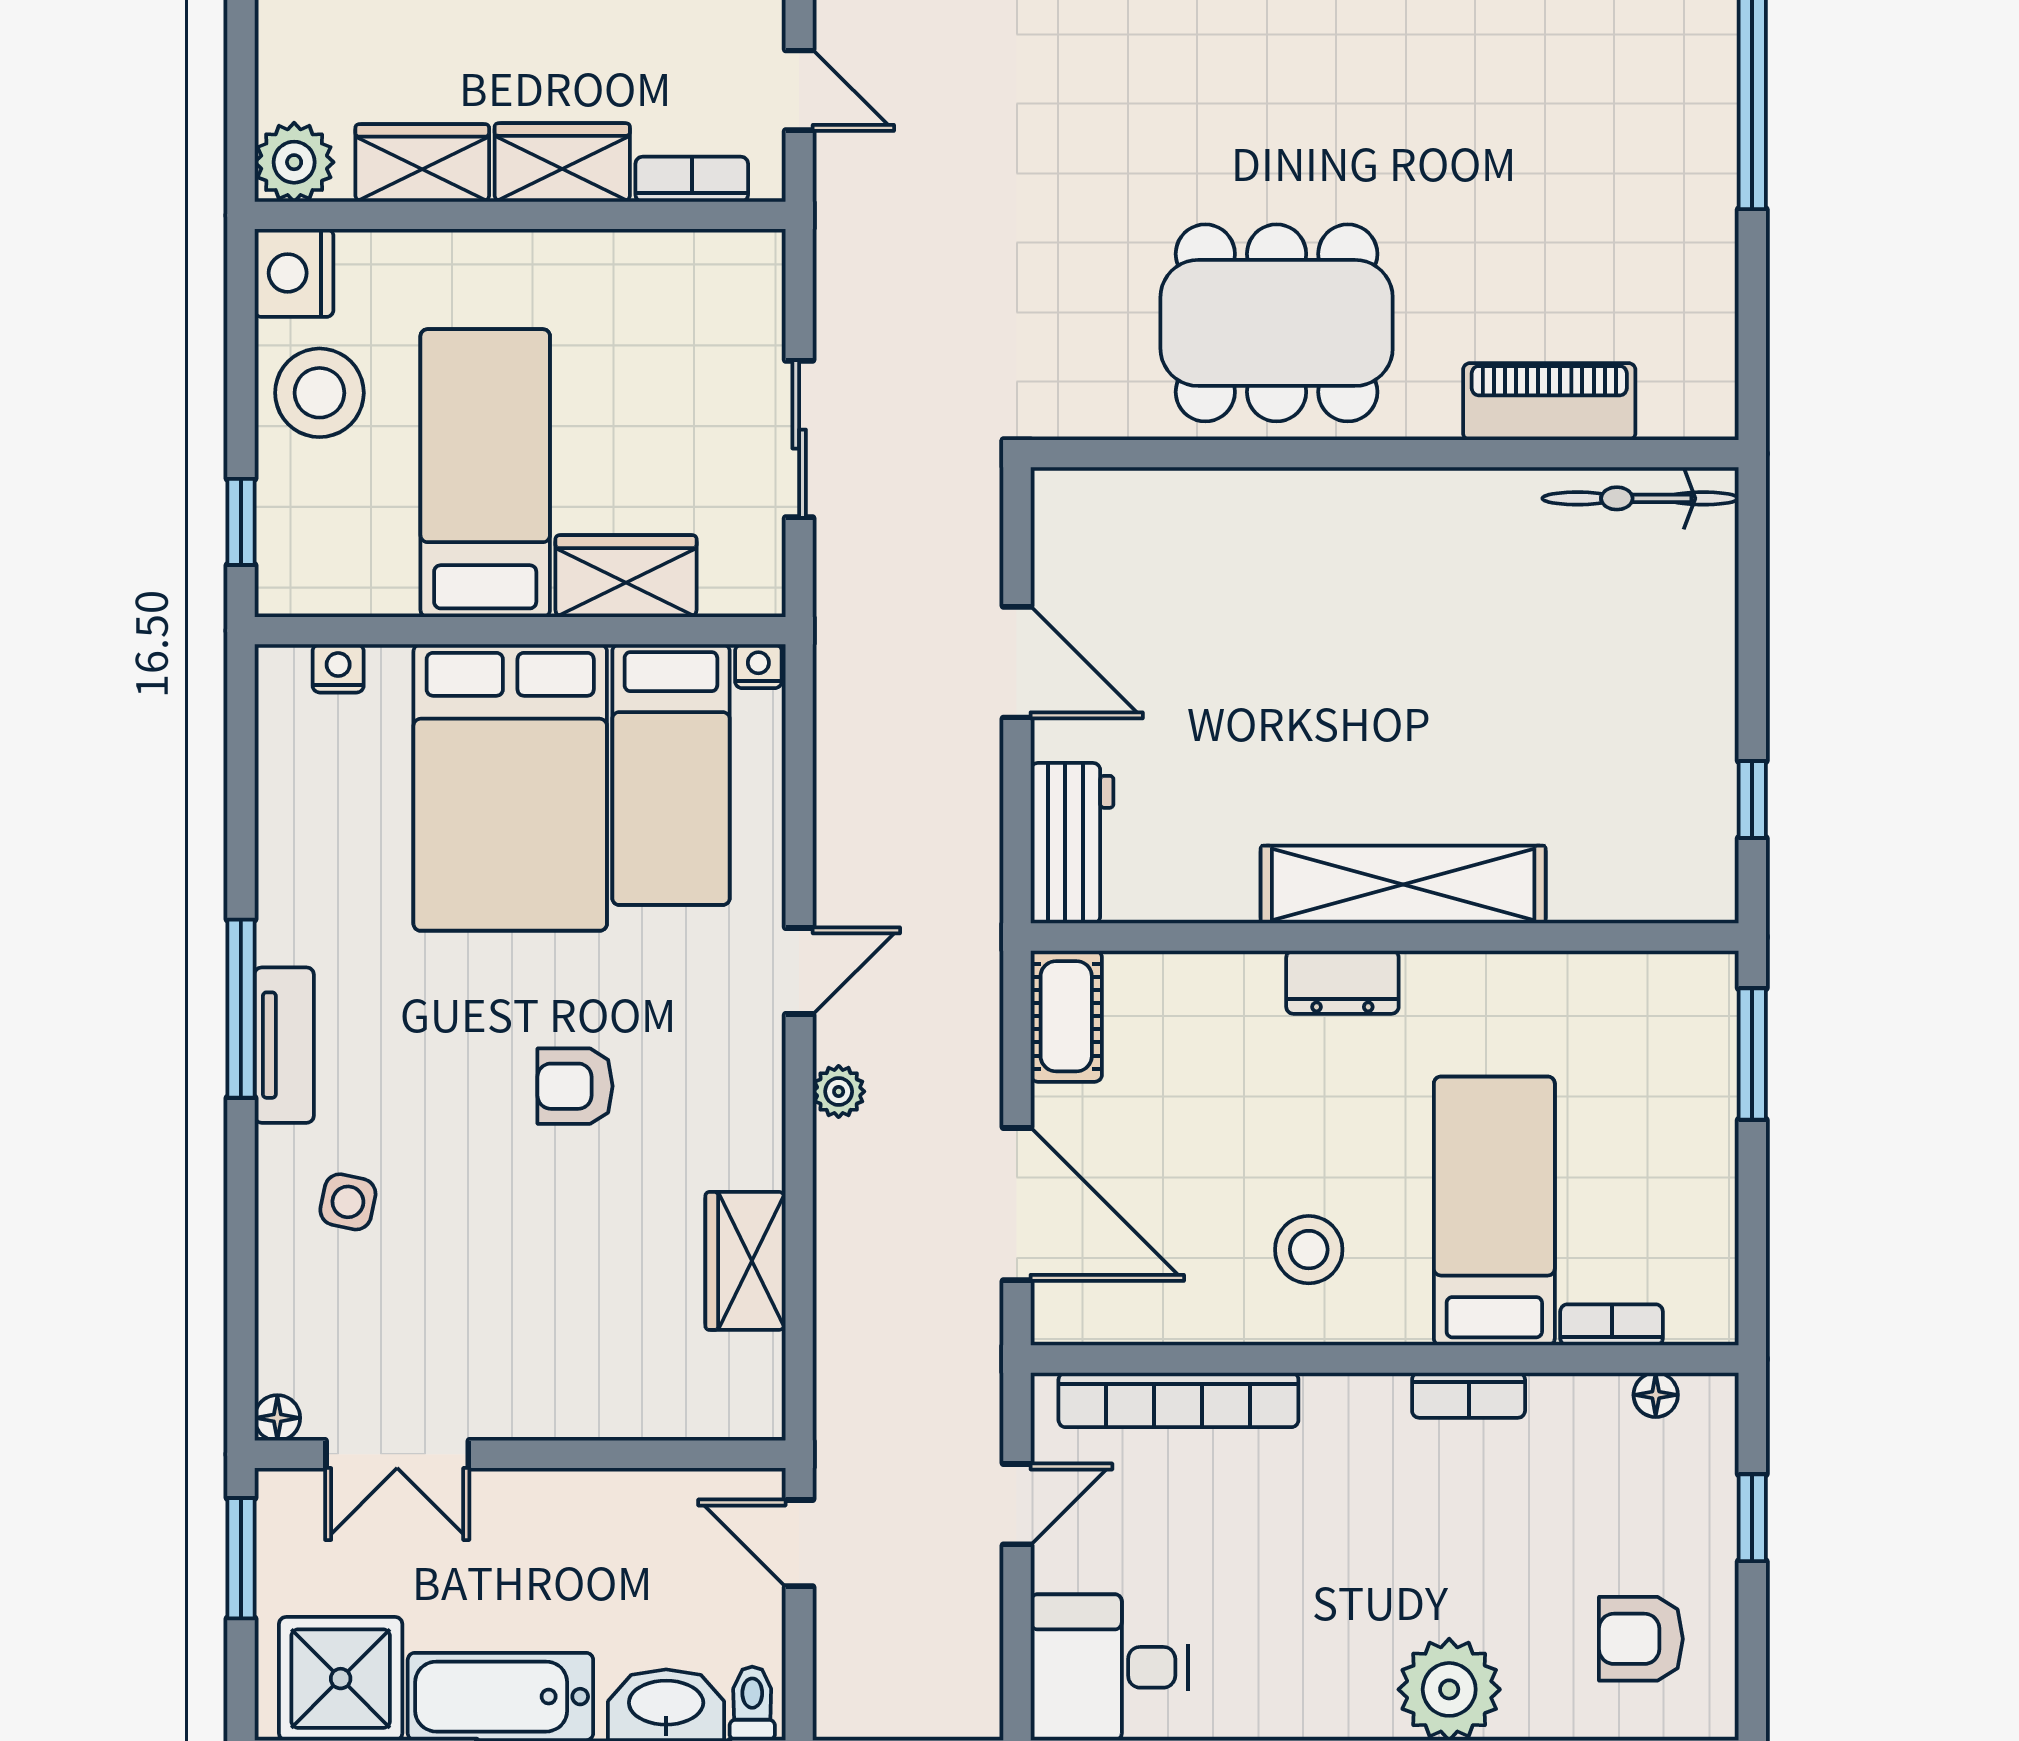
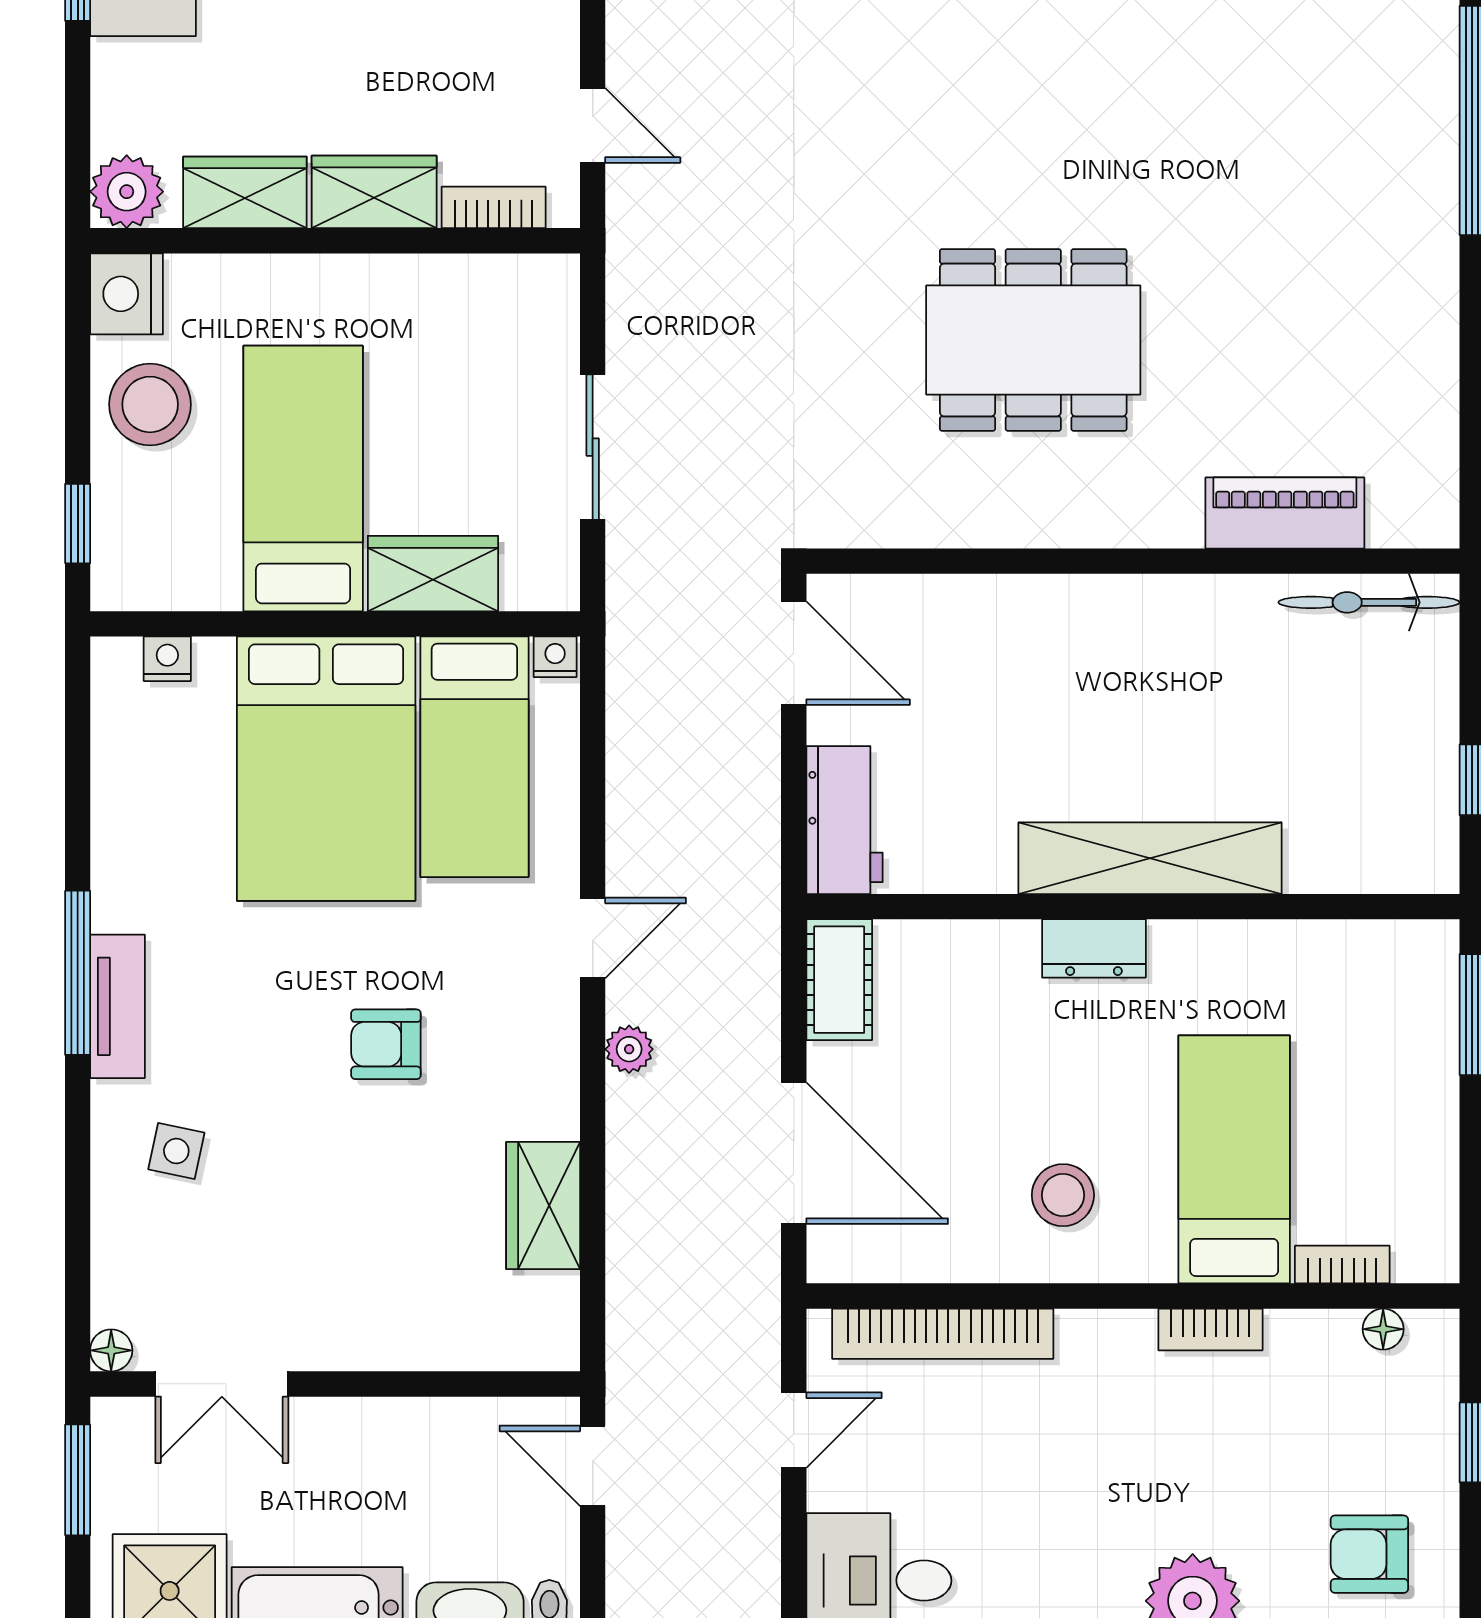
piano: (1549, 402) -> (1285, 513), moved
wall: (1385, 454) -> (1133, 561), moved
bicycle: (1640, 498) -> (1369, 602), moved

